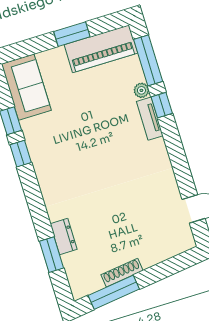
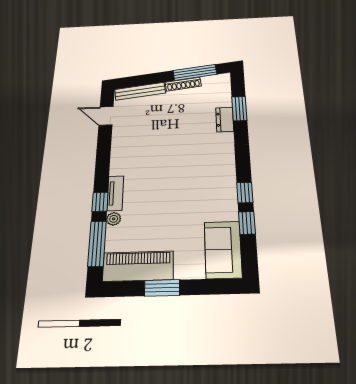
bench: (167, 251) -> (140, 91), added

